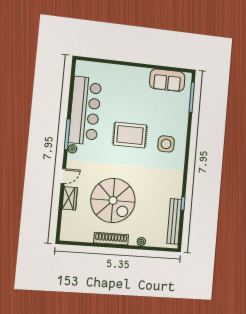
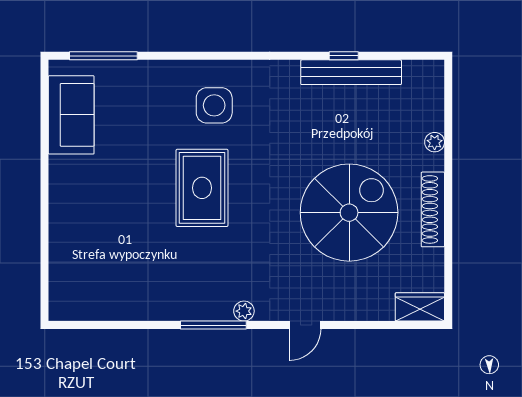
bar counter: (85, 111) -> (158, 291), removed
door: (63, 176) -> (305, 325), swing flipped
wardrobe: (70, 198) -> (420, 307), moved
bench: (174, 221) -> (351, 72), moved

